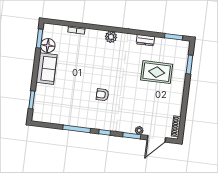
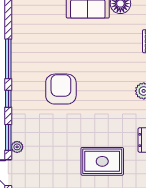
rug: (157, 72) -> (102, 161), turned 90
armchair: (102, 95) -> (61, 89), width x1.88, depth x1.88

